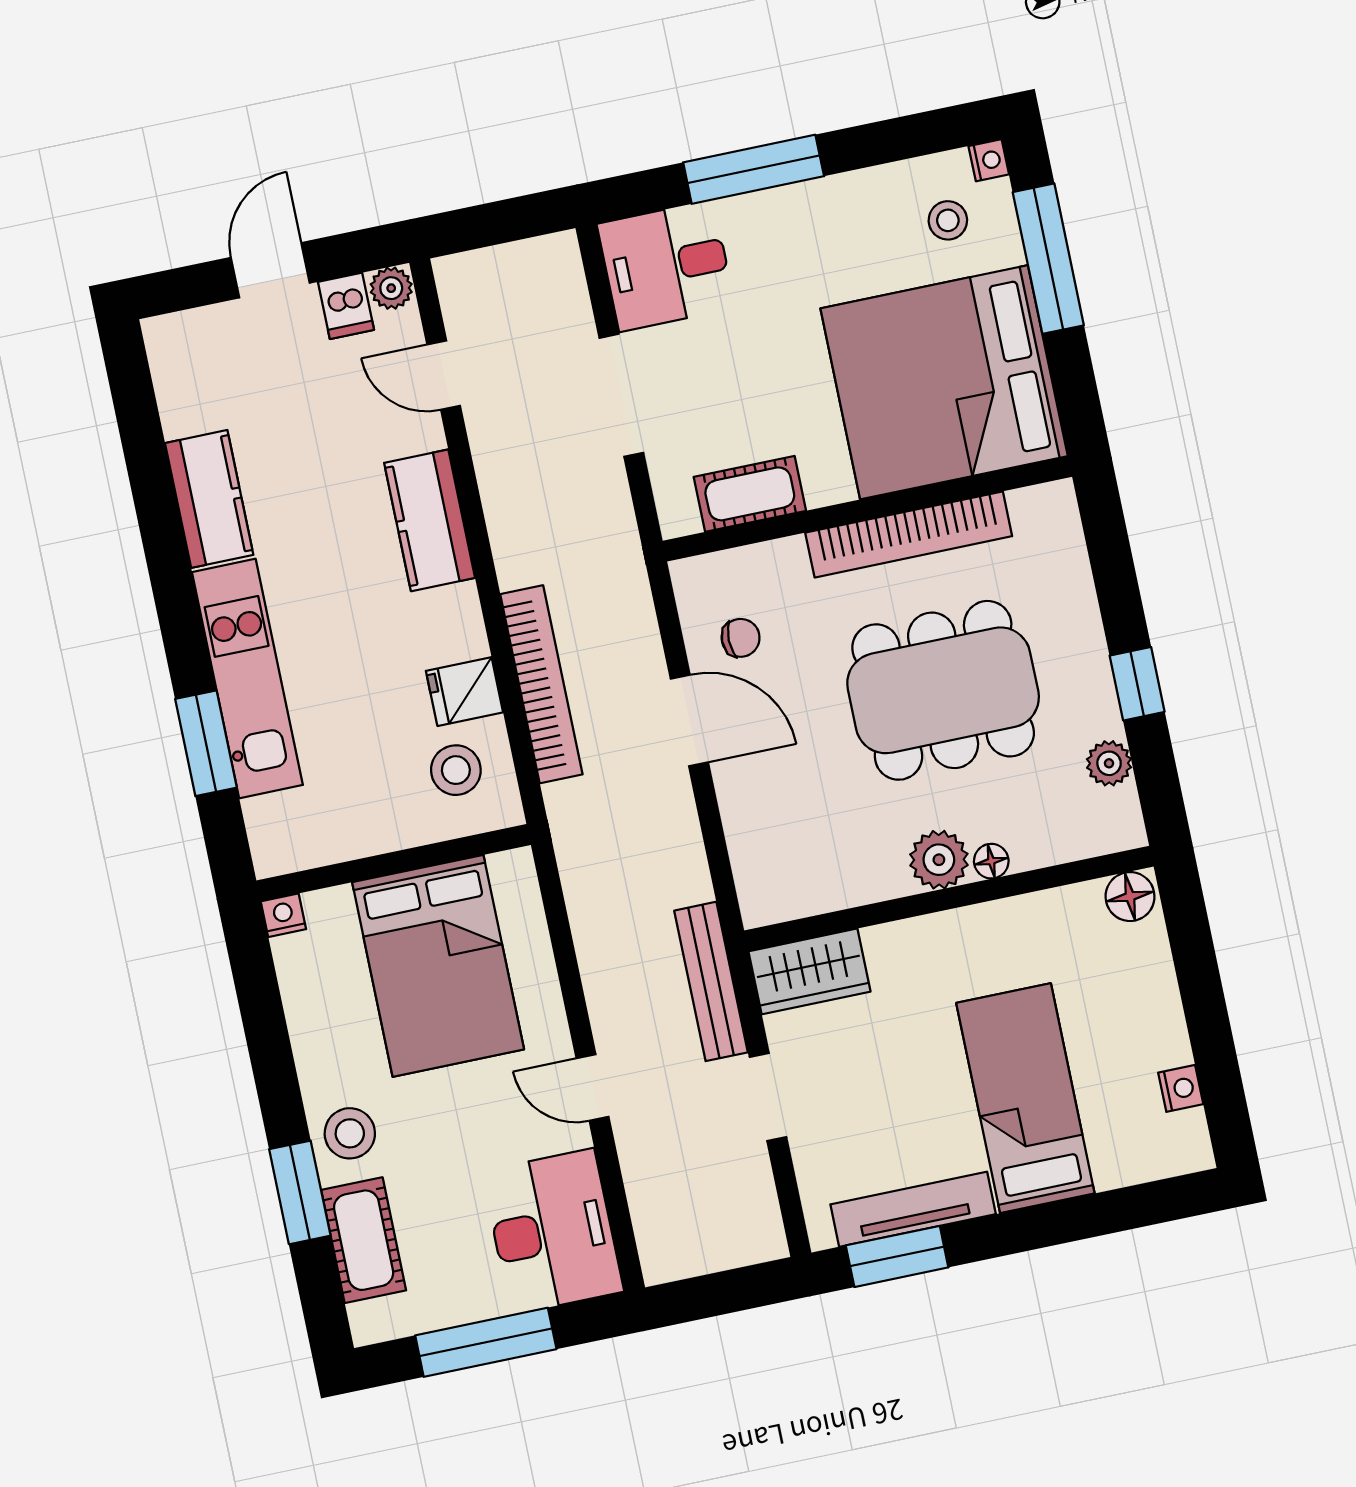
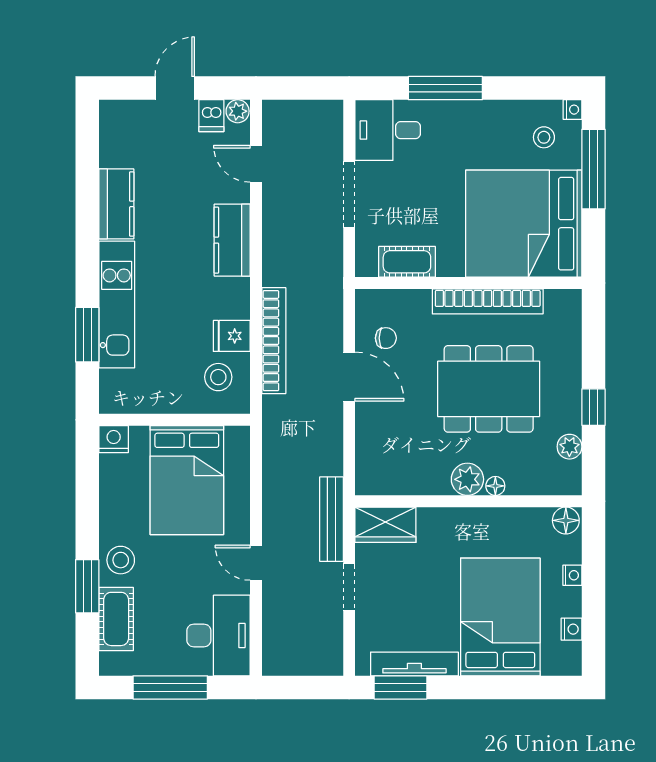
nightstand: (283, 915) -> (114, 439), width x1.39, depth x1.35
nightstand: (1162, 992) -> (572, 575), added
bed: (1025, 1098) -> (500, 617), width x1.50

